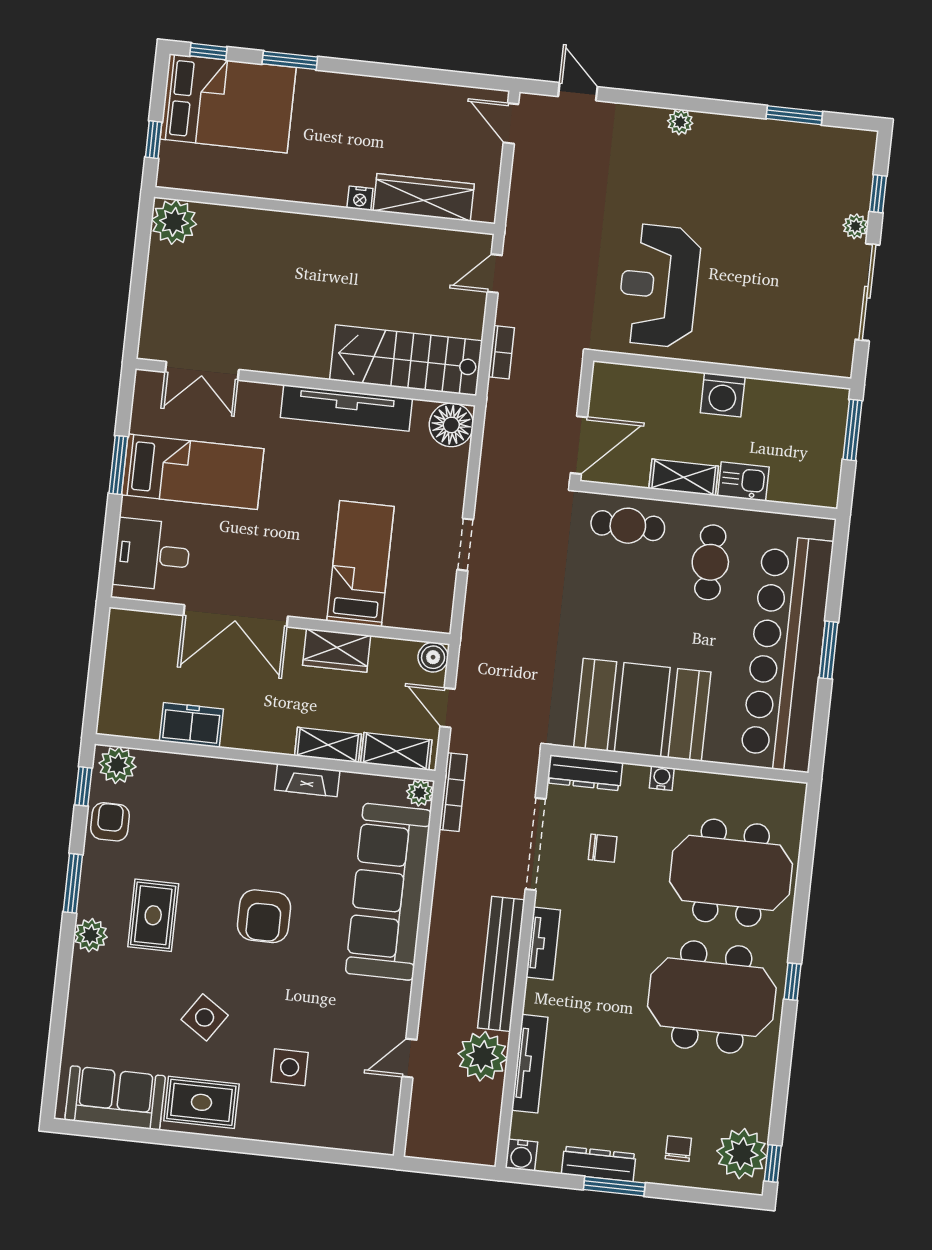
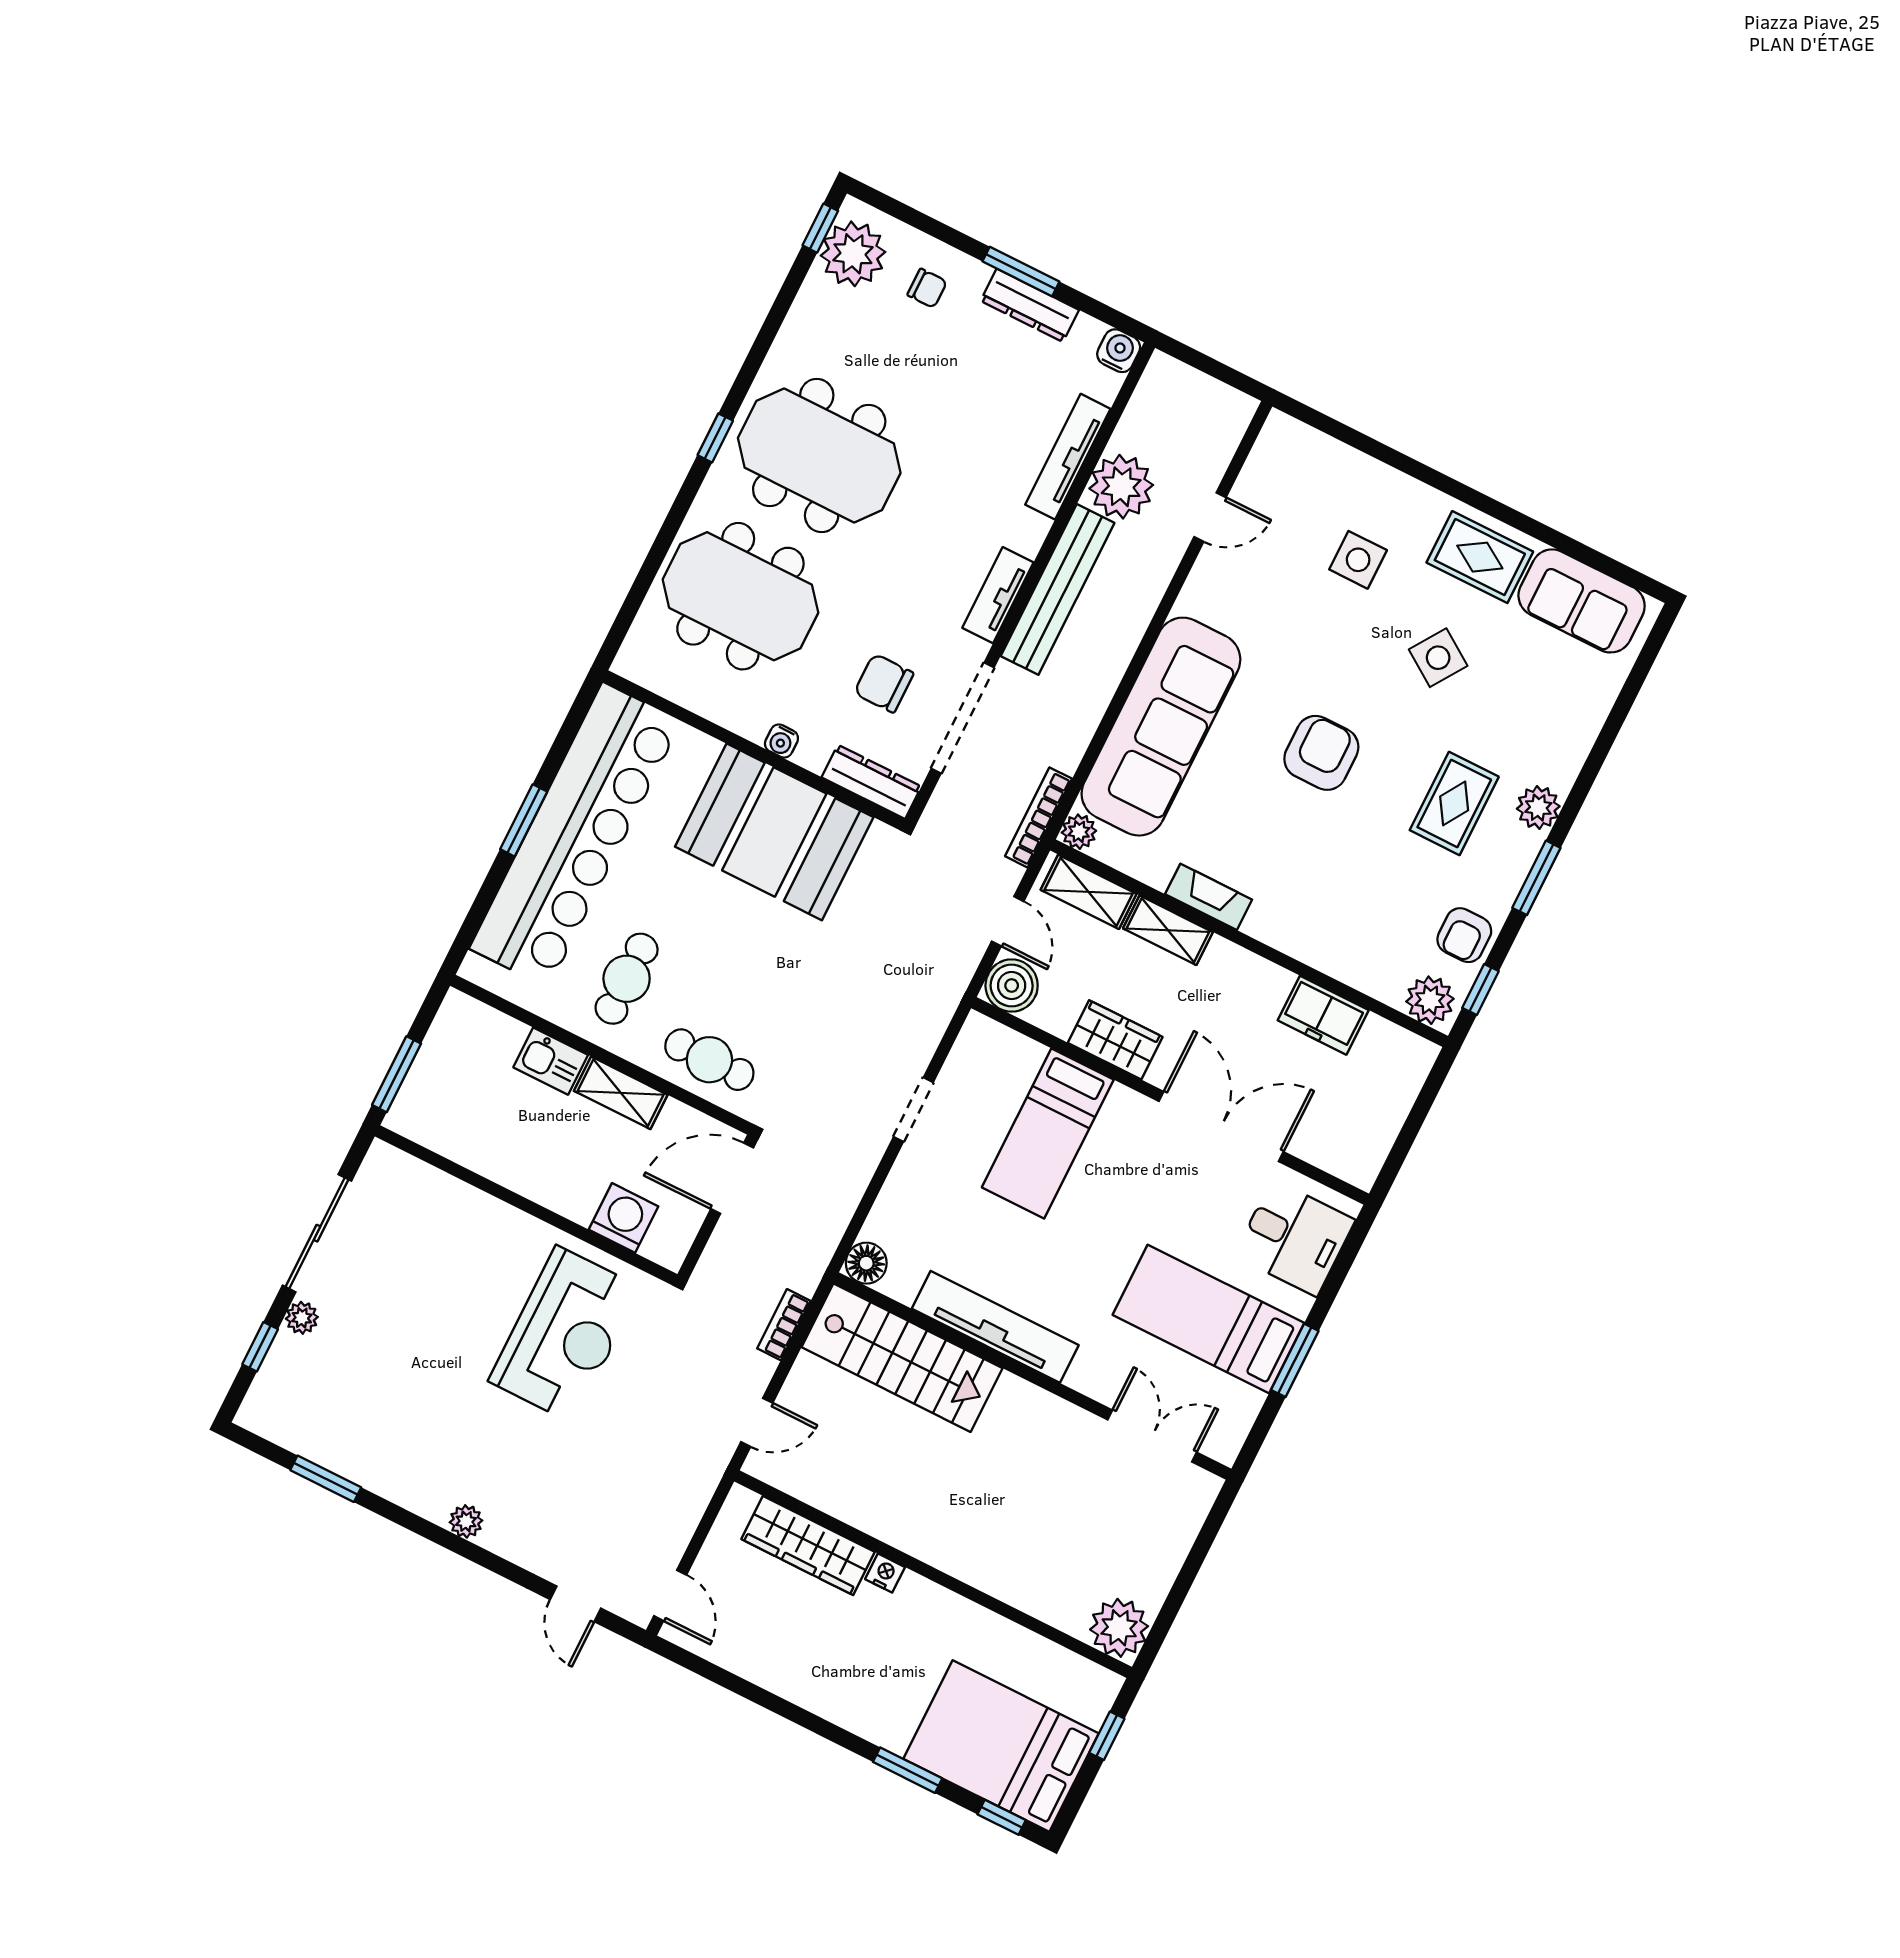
washing machine: (723, 395) -> (624, 1218), moved
floor lamp: (451, 425) -> (866, 1263), width x0.73, depth x0.73
boiler: (433, 657) -> (1012, 986), width x1.36, depth x1.36
chair: (603, 848) -> (884, 683), width x1.37, depth x1.37
chair: (678, 1149) -> (927, 288), turned -90

